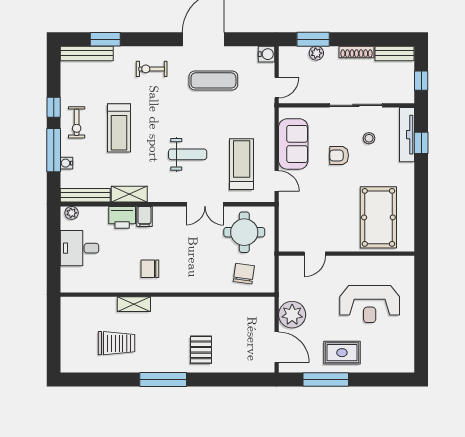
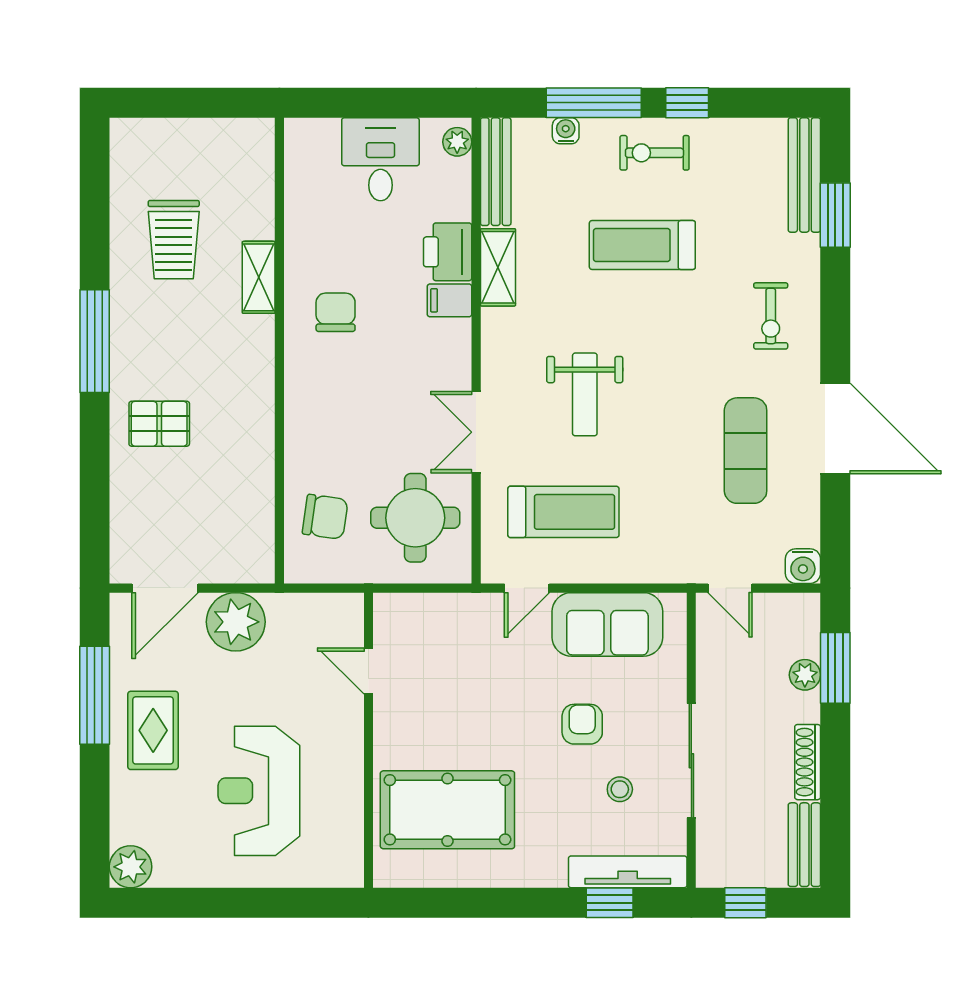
exercise bike: (152, 69) -> (771, 316), turned 180
plant: (405, 363) -> (131, 867), added

